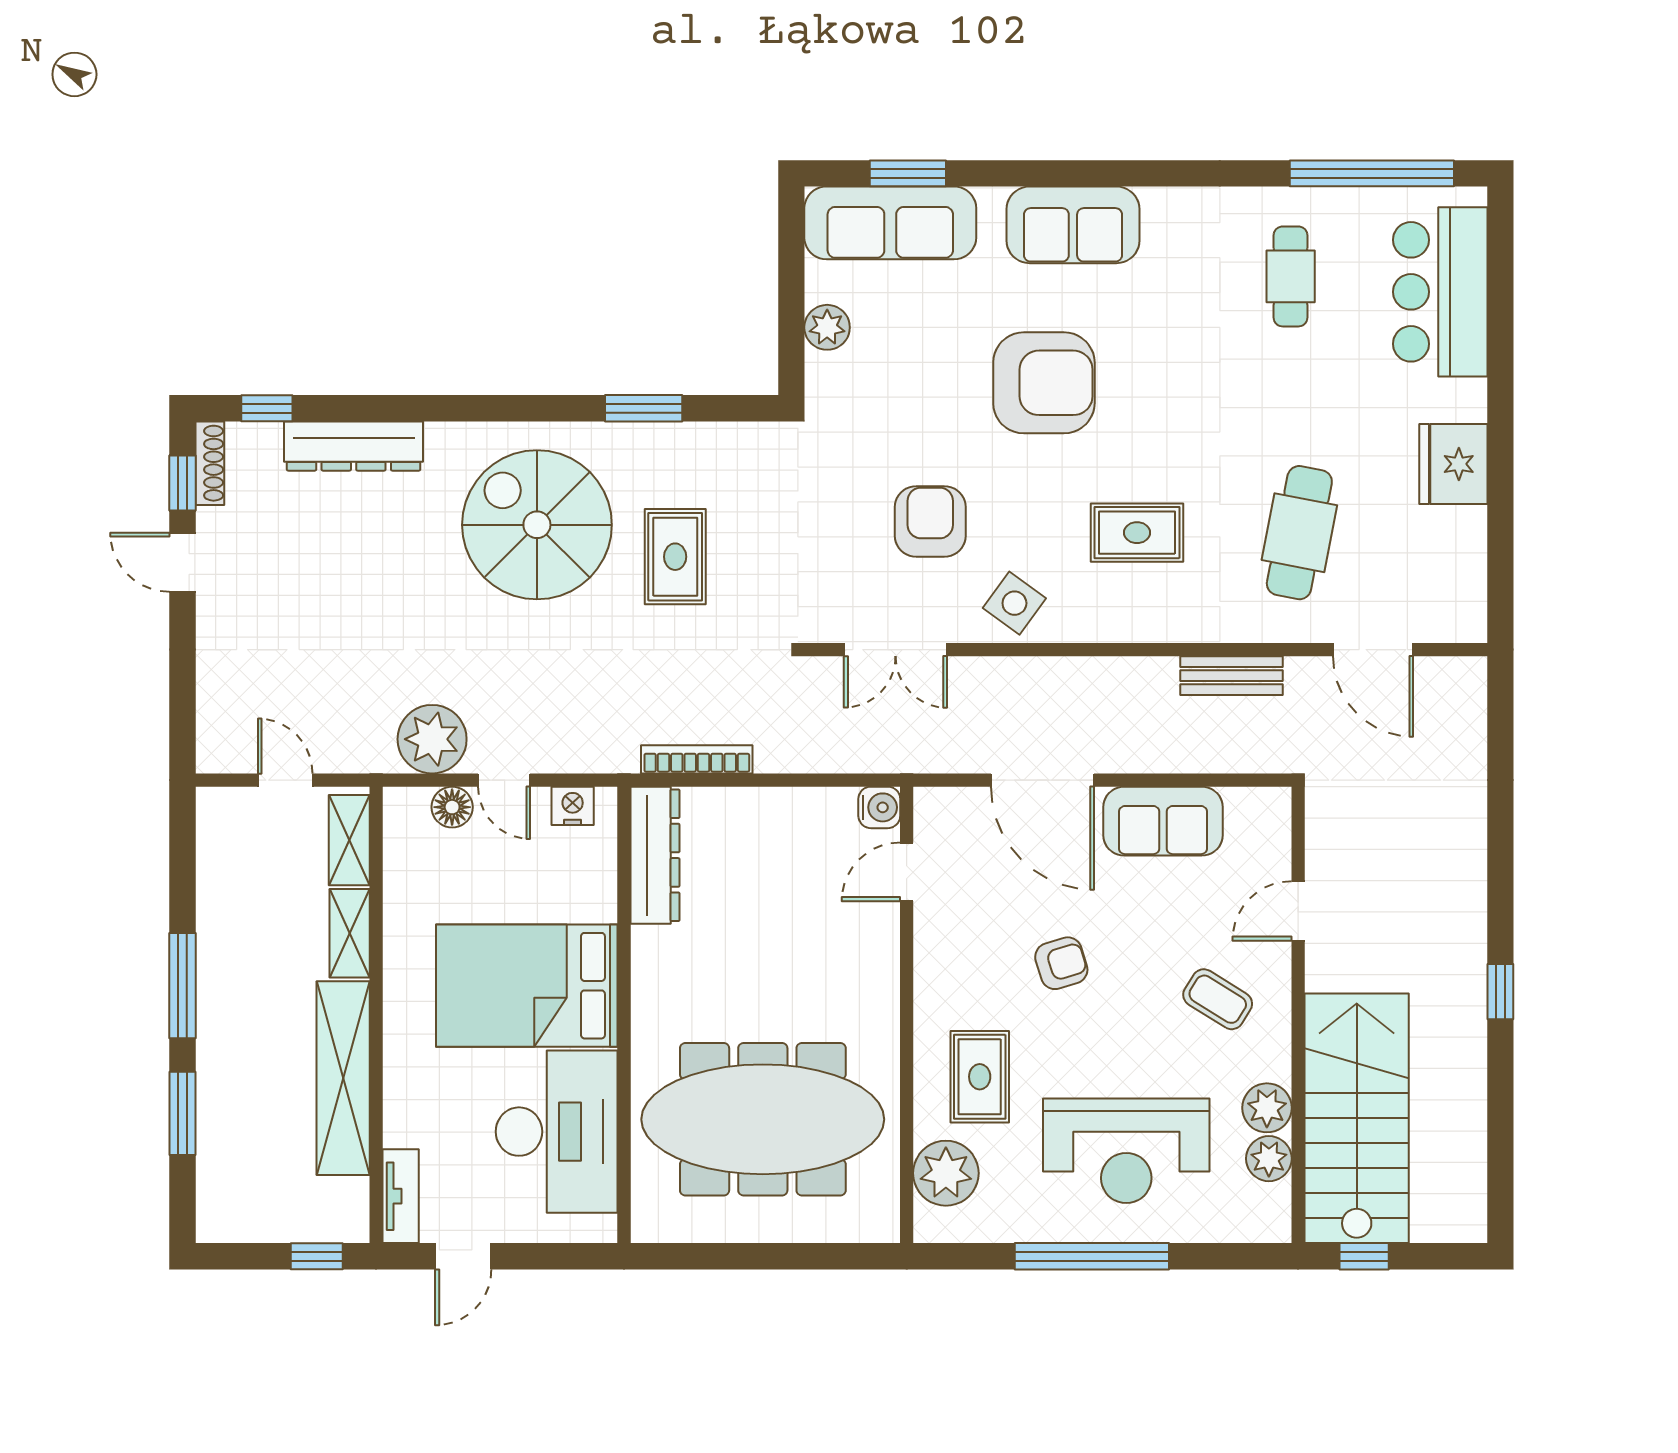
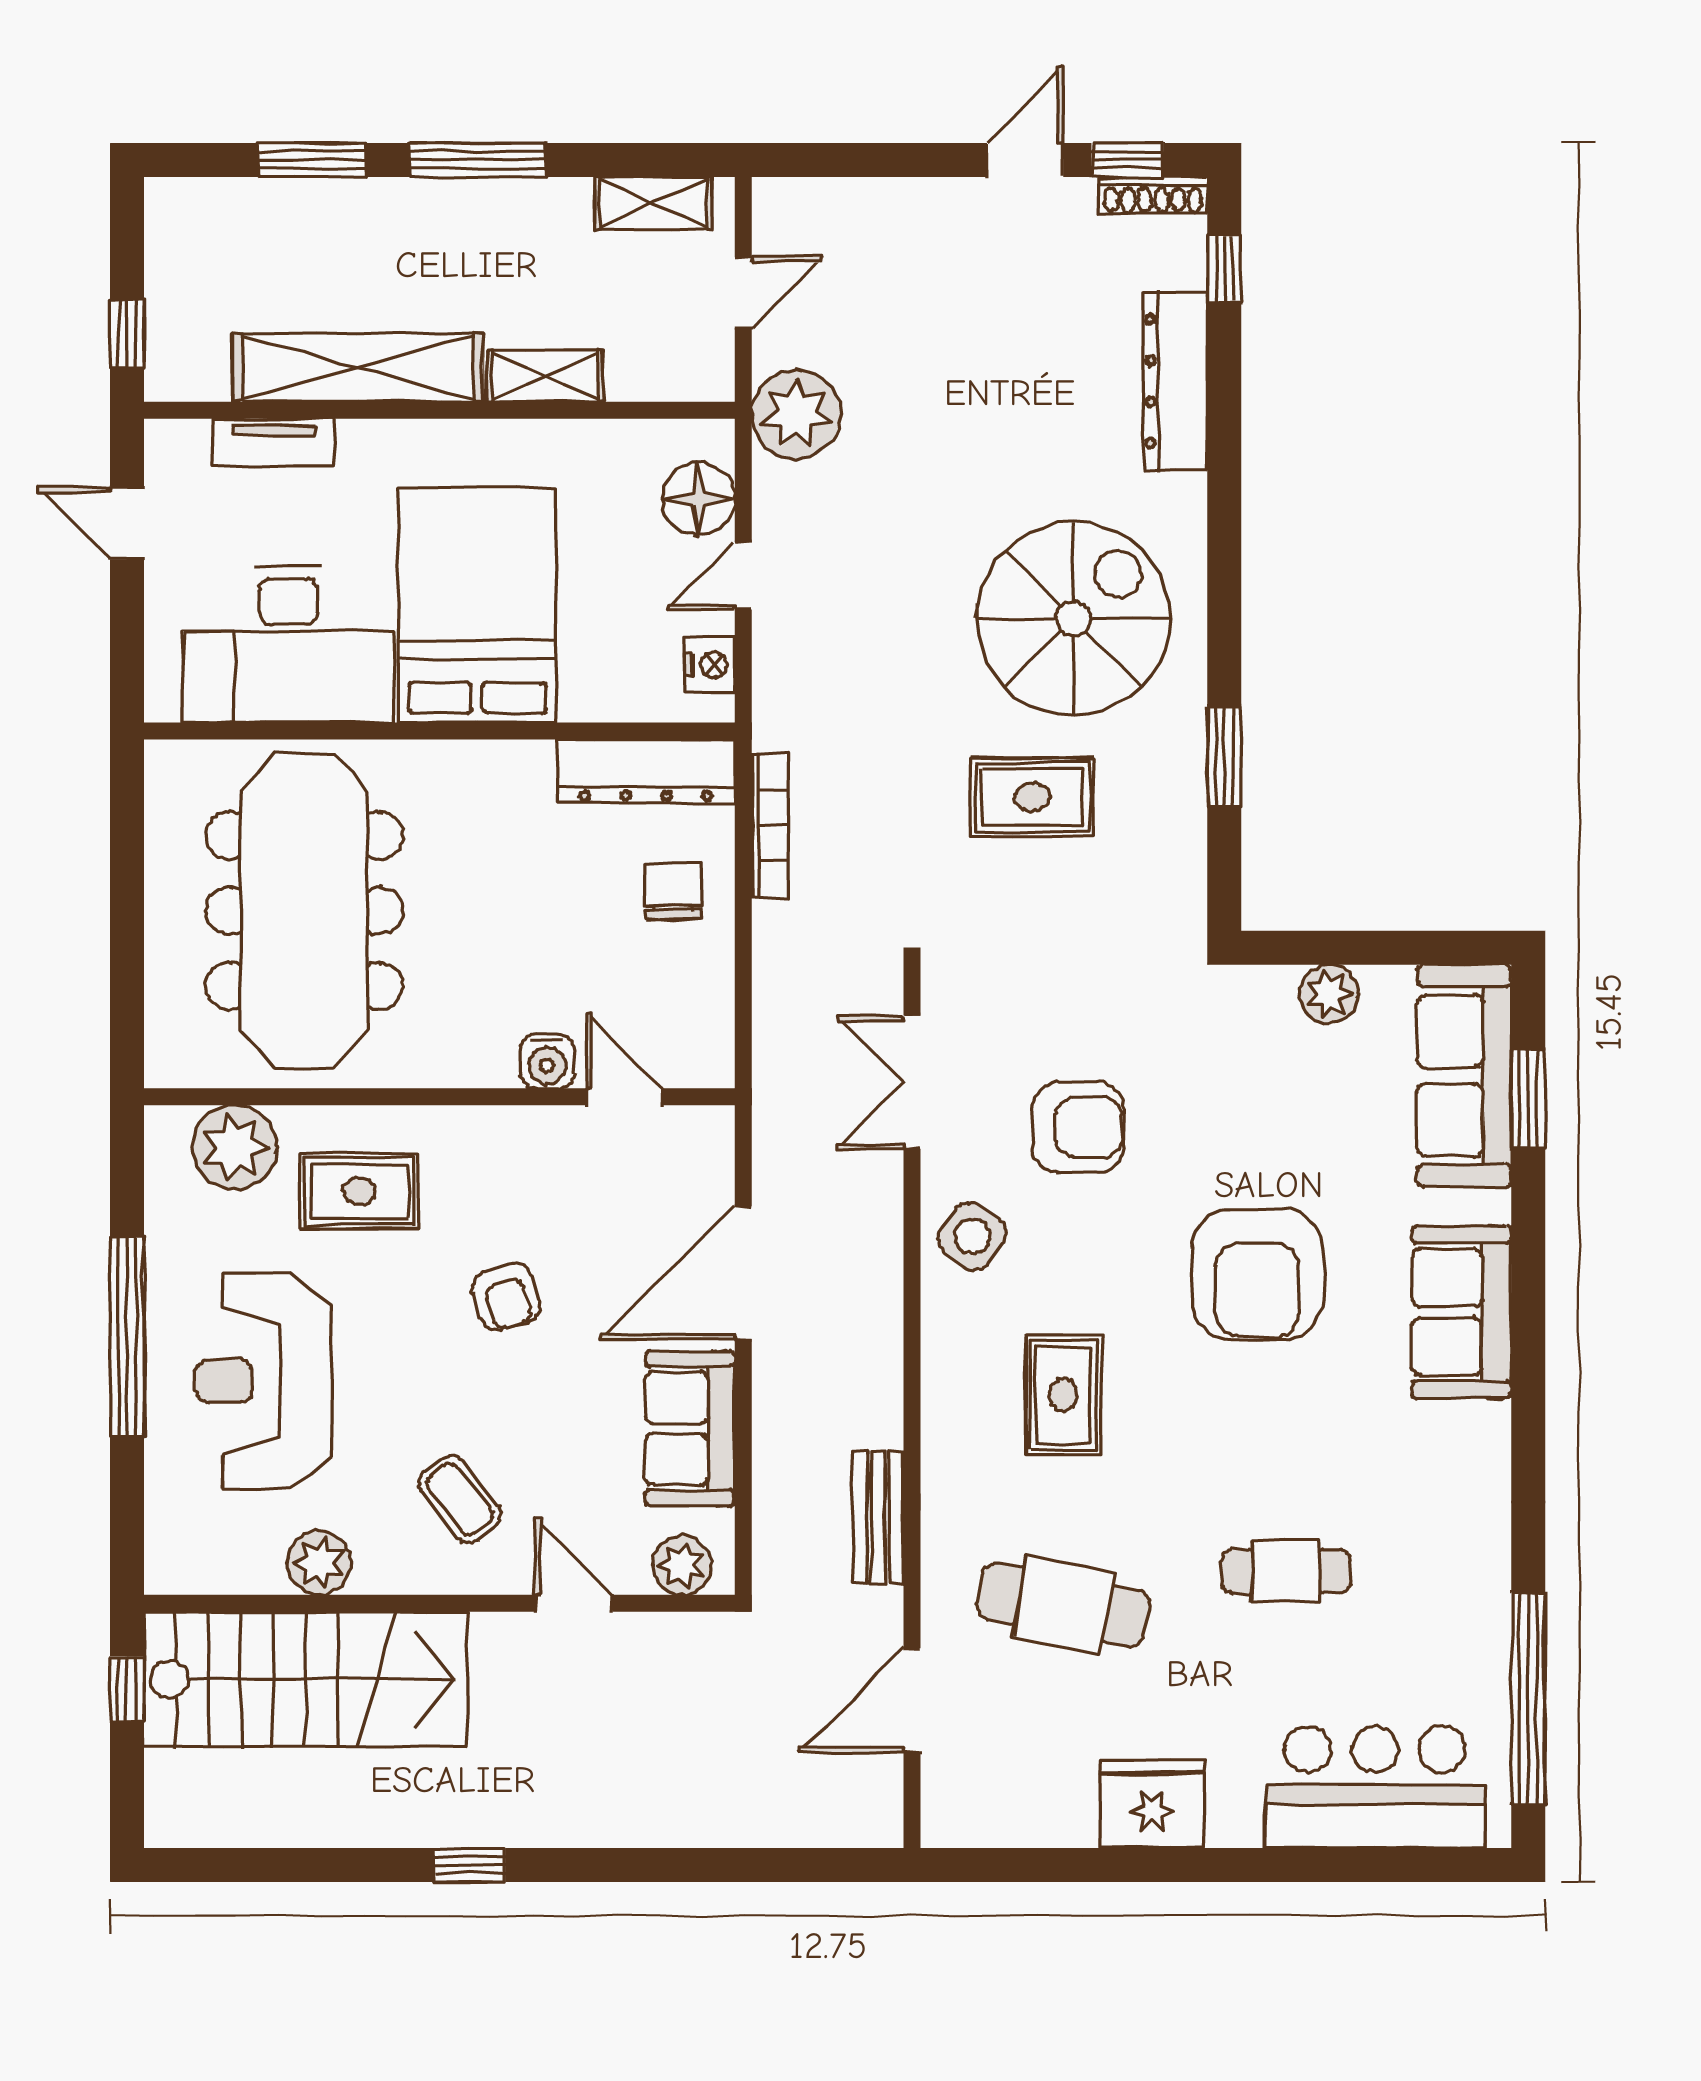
cafe table: (1291, 276) -> (1286, 1571), moved
plant: (432, 739) -> (796, 414), moved
floor lamp: (452, 807) -> (698, 499), width x1.38, depth x1.38
water cooler: (879, 807) -> (547, 1061), moved
chair: (748, 834) -> (673, 891), added
shelving: (349, 840) -> (653, 203), moved
coffee table: (1218, 999) -> (460, 1499), turned -70
plant: (1269, 1159) -> (682, 1565), moved
tv unit: (401, 1196) -> (274, 442), moved

